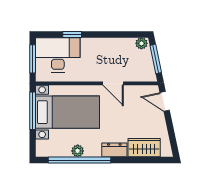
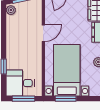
desk: (58, 55) -> (20, 83), width x0.73
window: (33, 111) -> (66, 99), width x0.69

